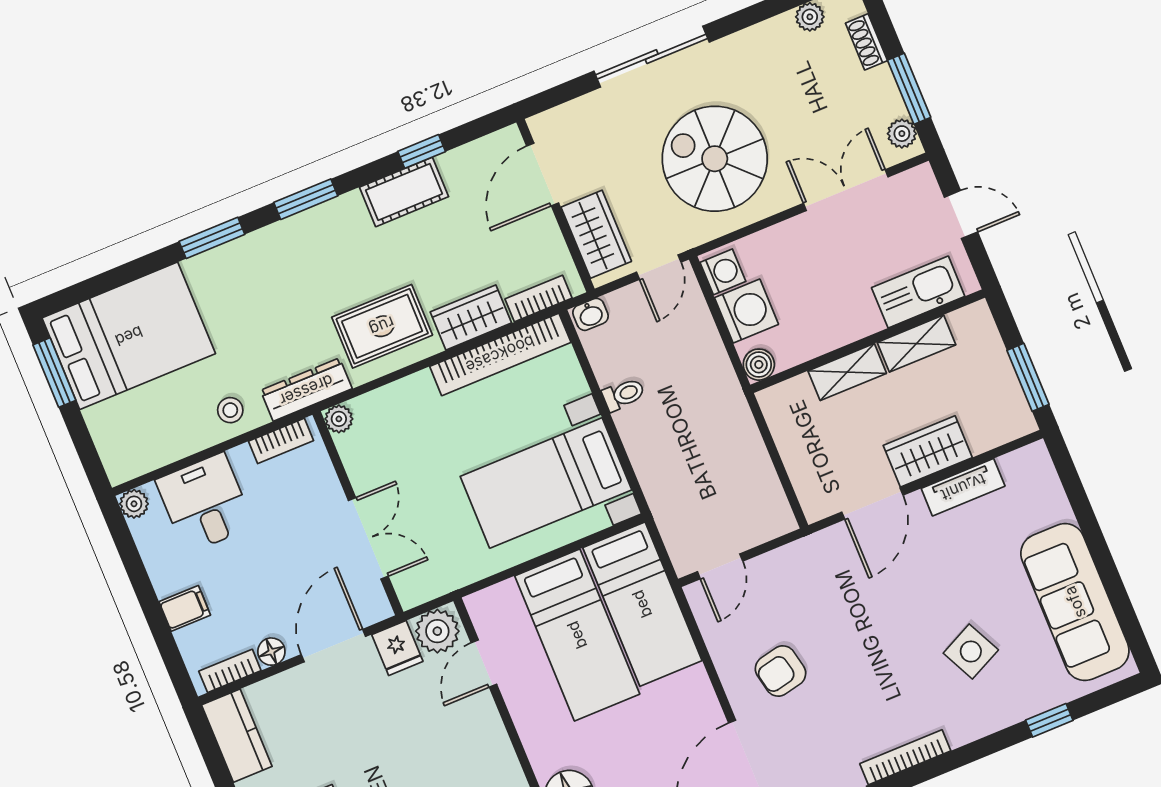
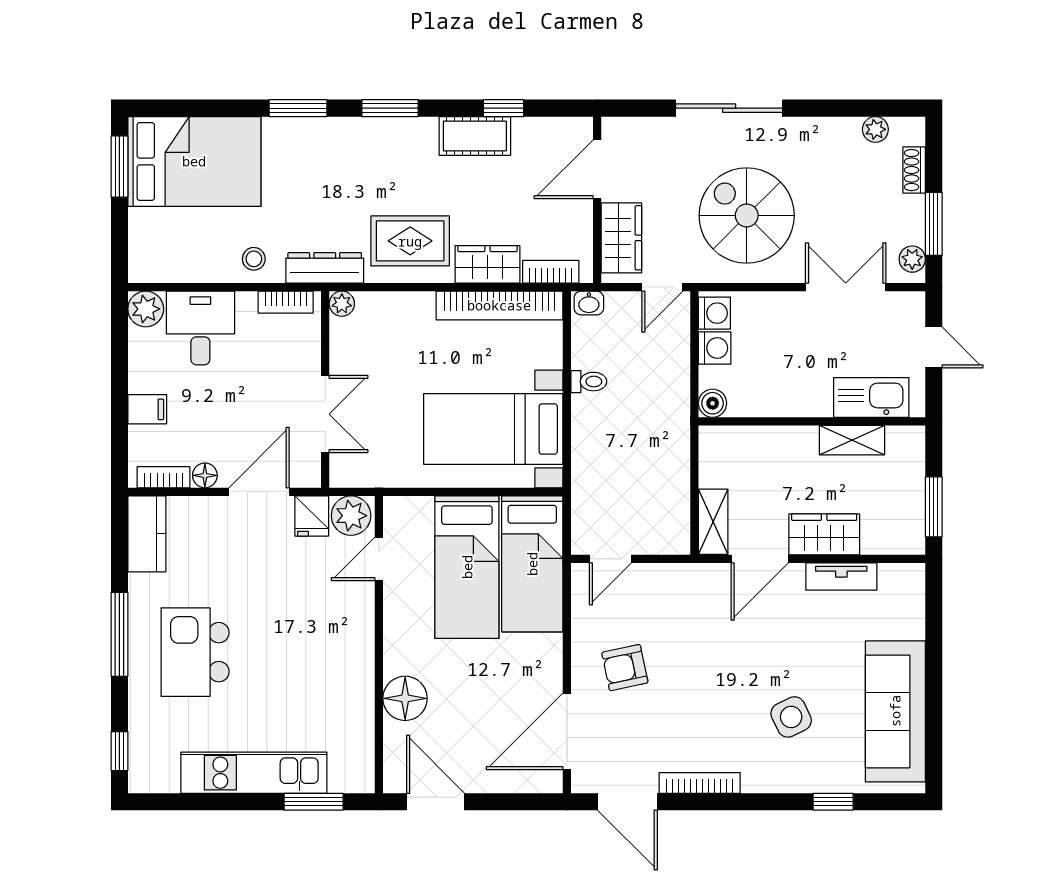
washing machine: (746, 311) -> (715, 348), width x0.73, depth x0.73
shelving: (847, 372) -> (713, 522), moved, turned 90
plant: (134, 504) -> (146, 309), width x1.38, depth x1.38

